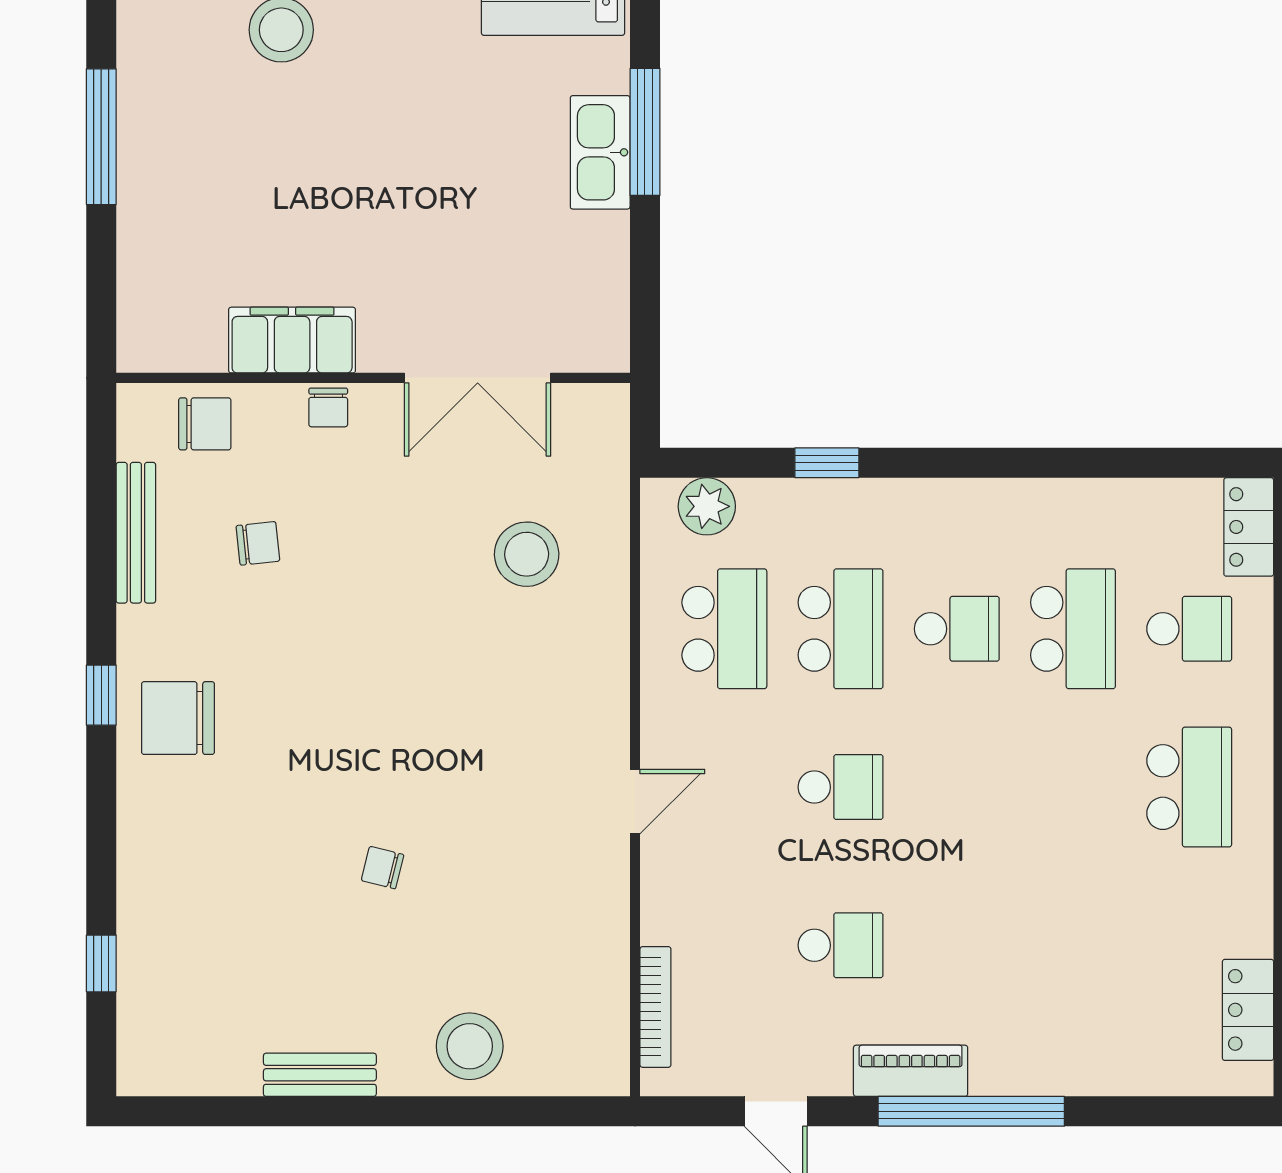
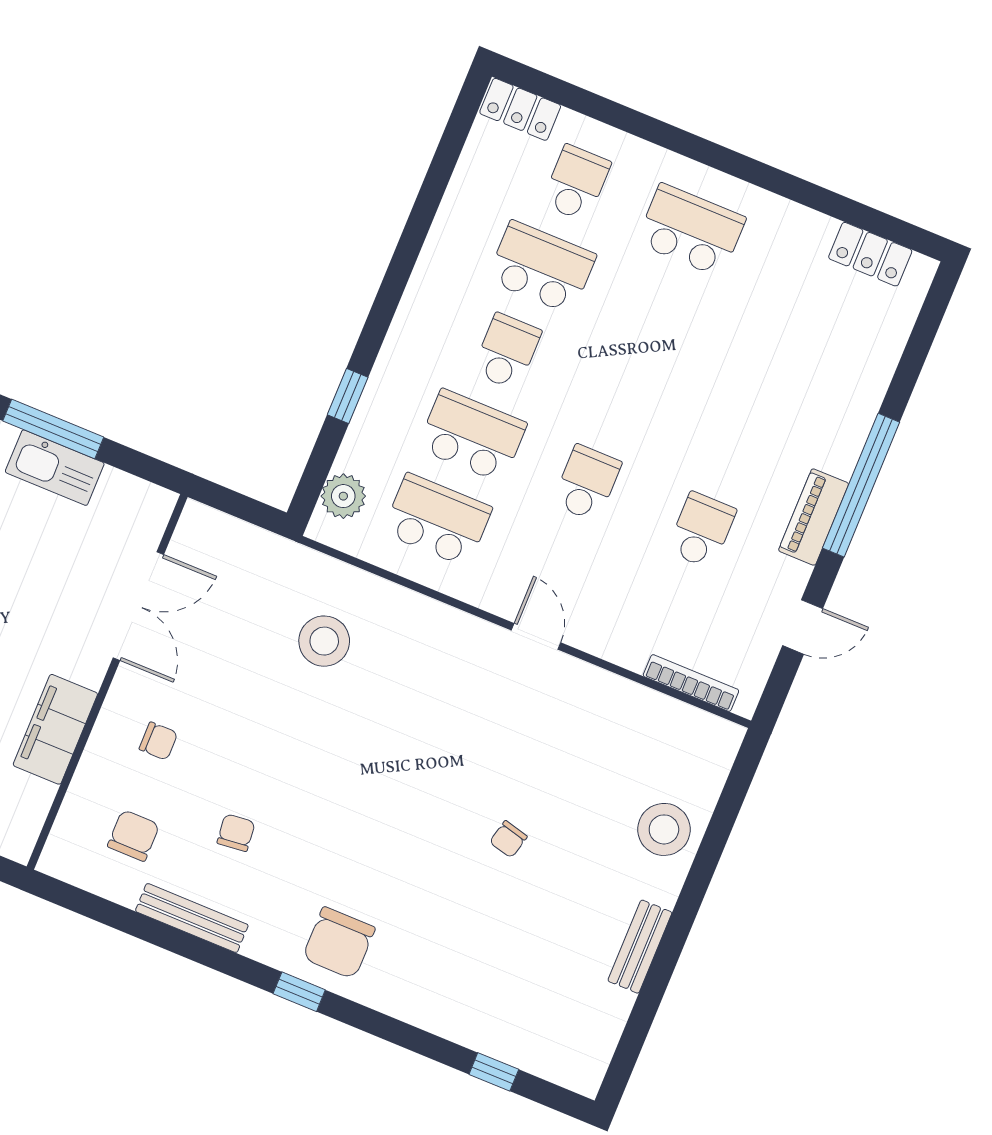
filing cabinet: (292, 340) -> (55, 729), moved
wall: (373, 378) -> (107, 682), moved
double door: (478, 378) -> (138, 606), moved

